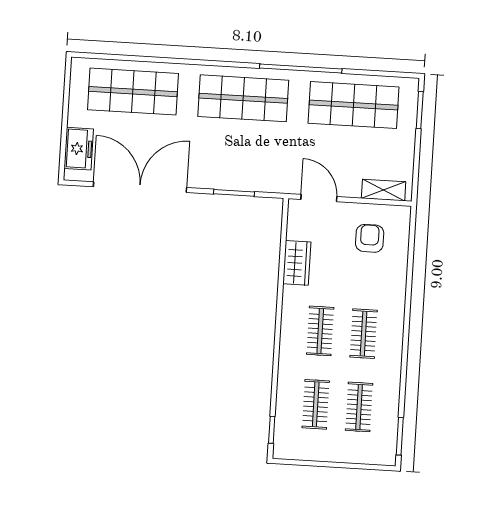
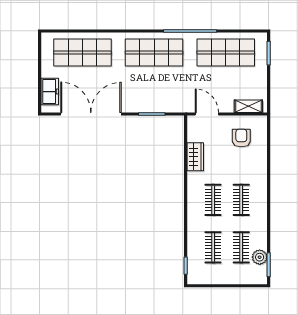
plant: (387, 424) -> (260, 257), added

